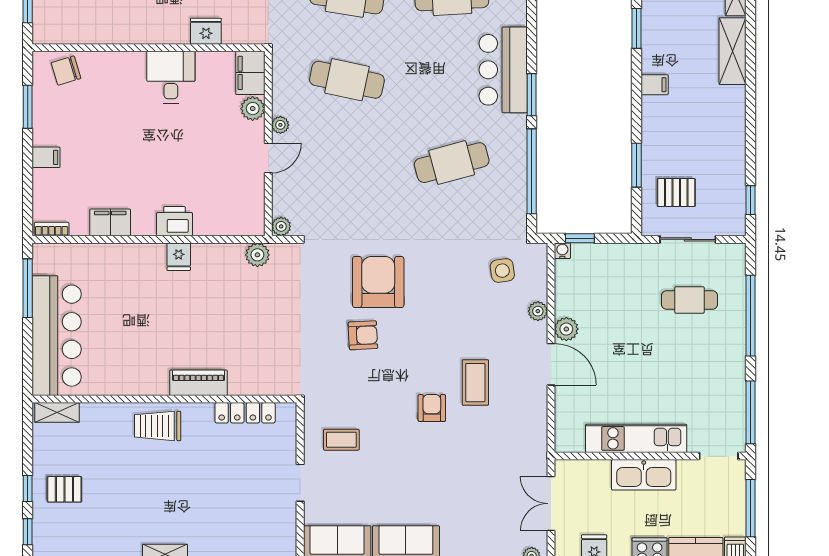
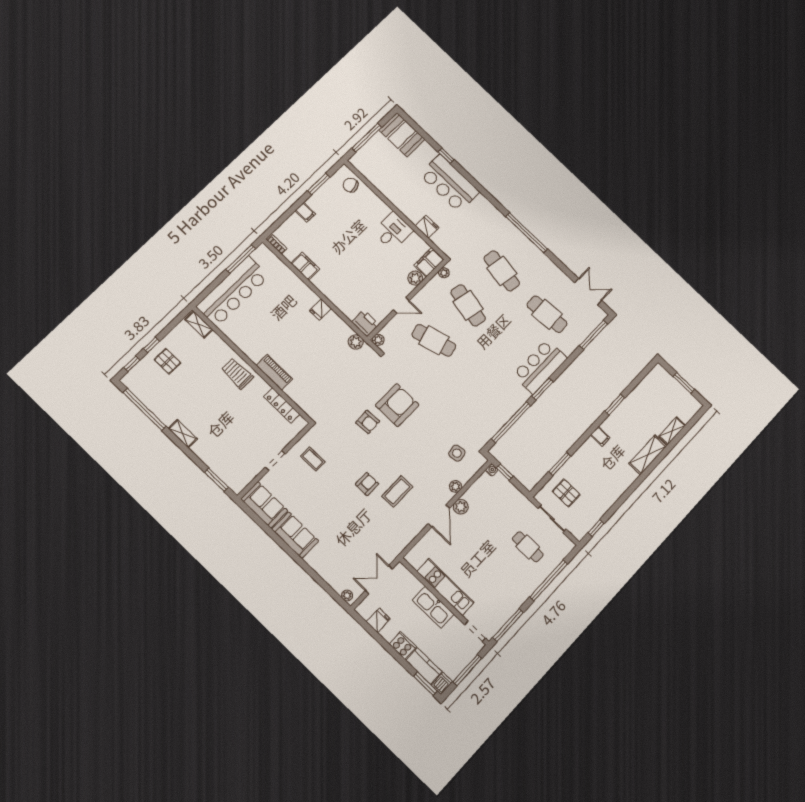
plant: (280, 125) -> (444, 273), moved
cafe table: (452, 163) -> (434, 340), moved
printer: (174, 221) -> (365, 323), moved

